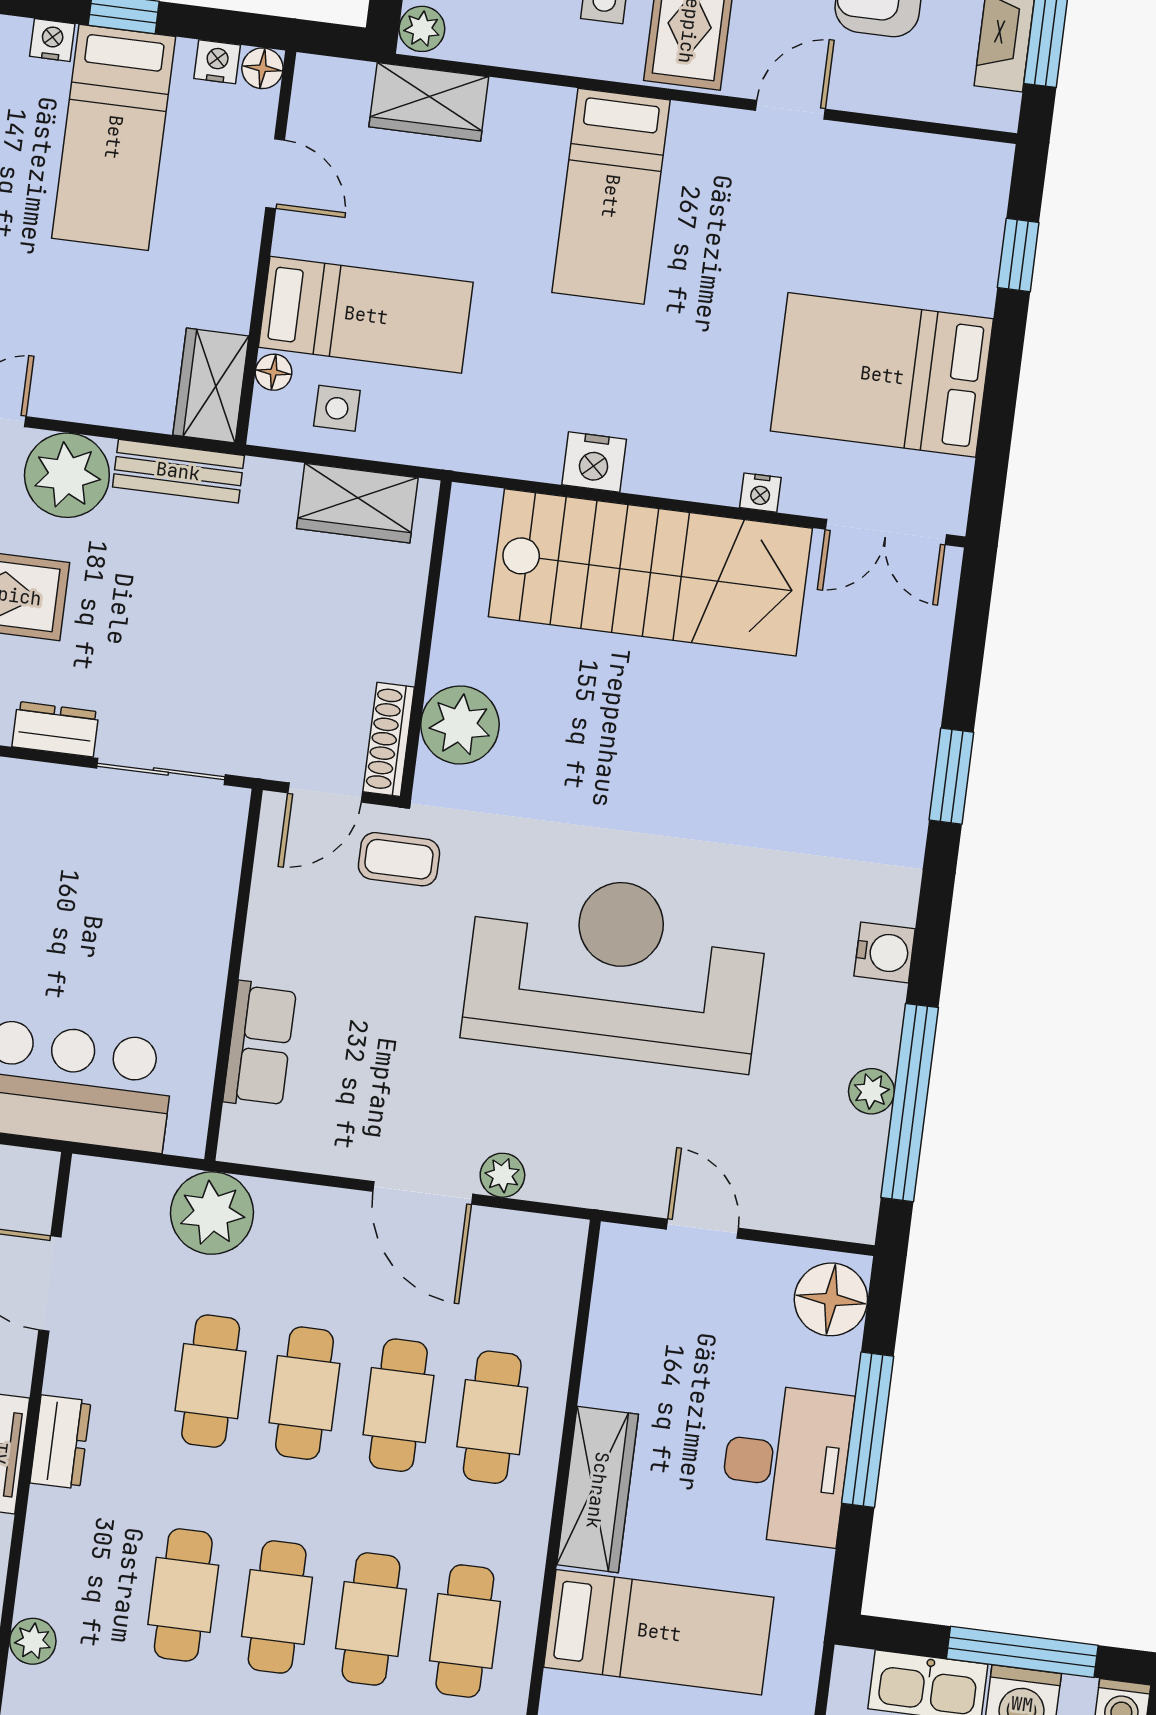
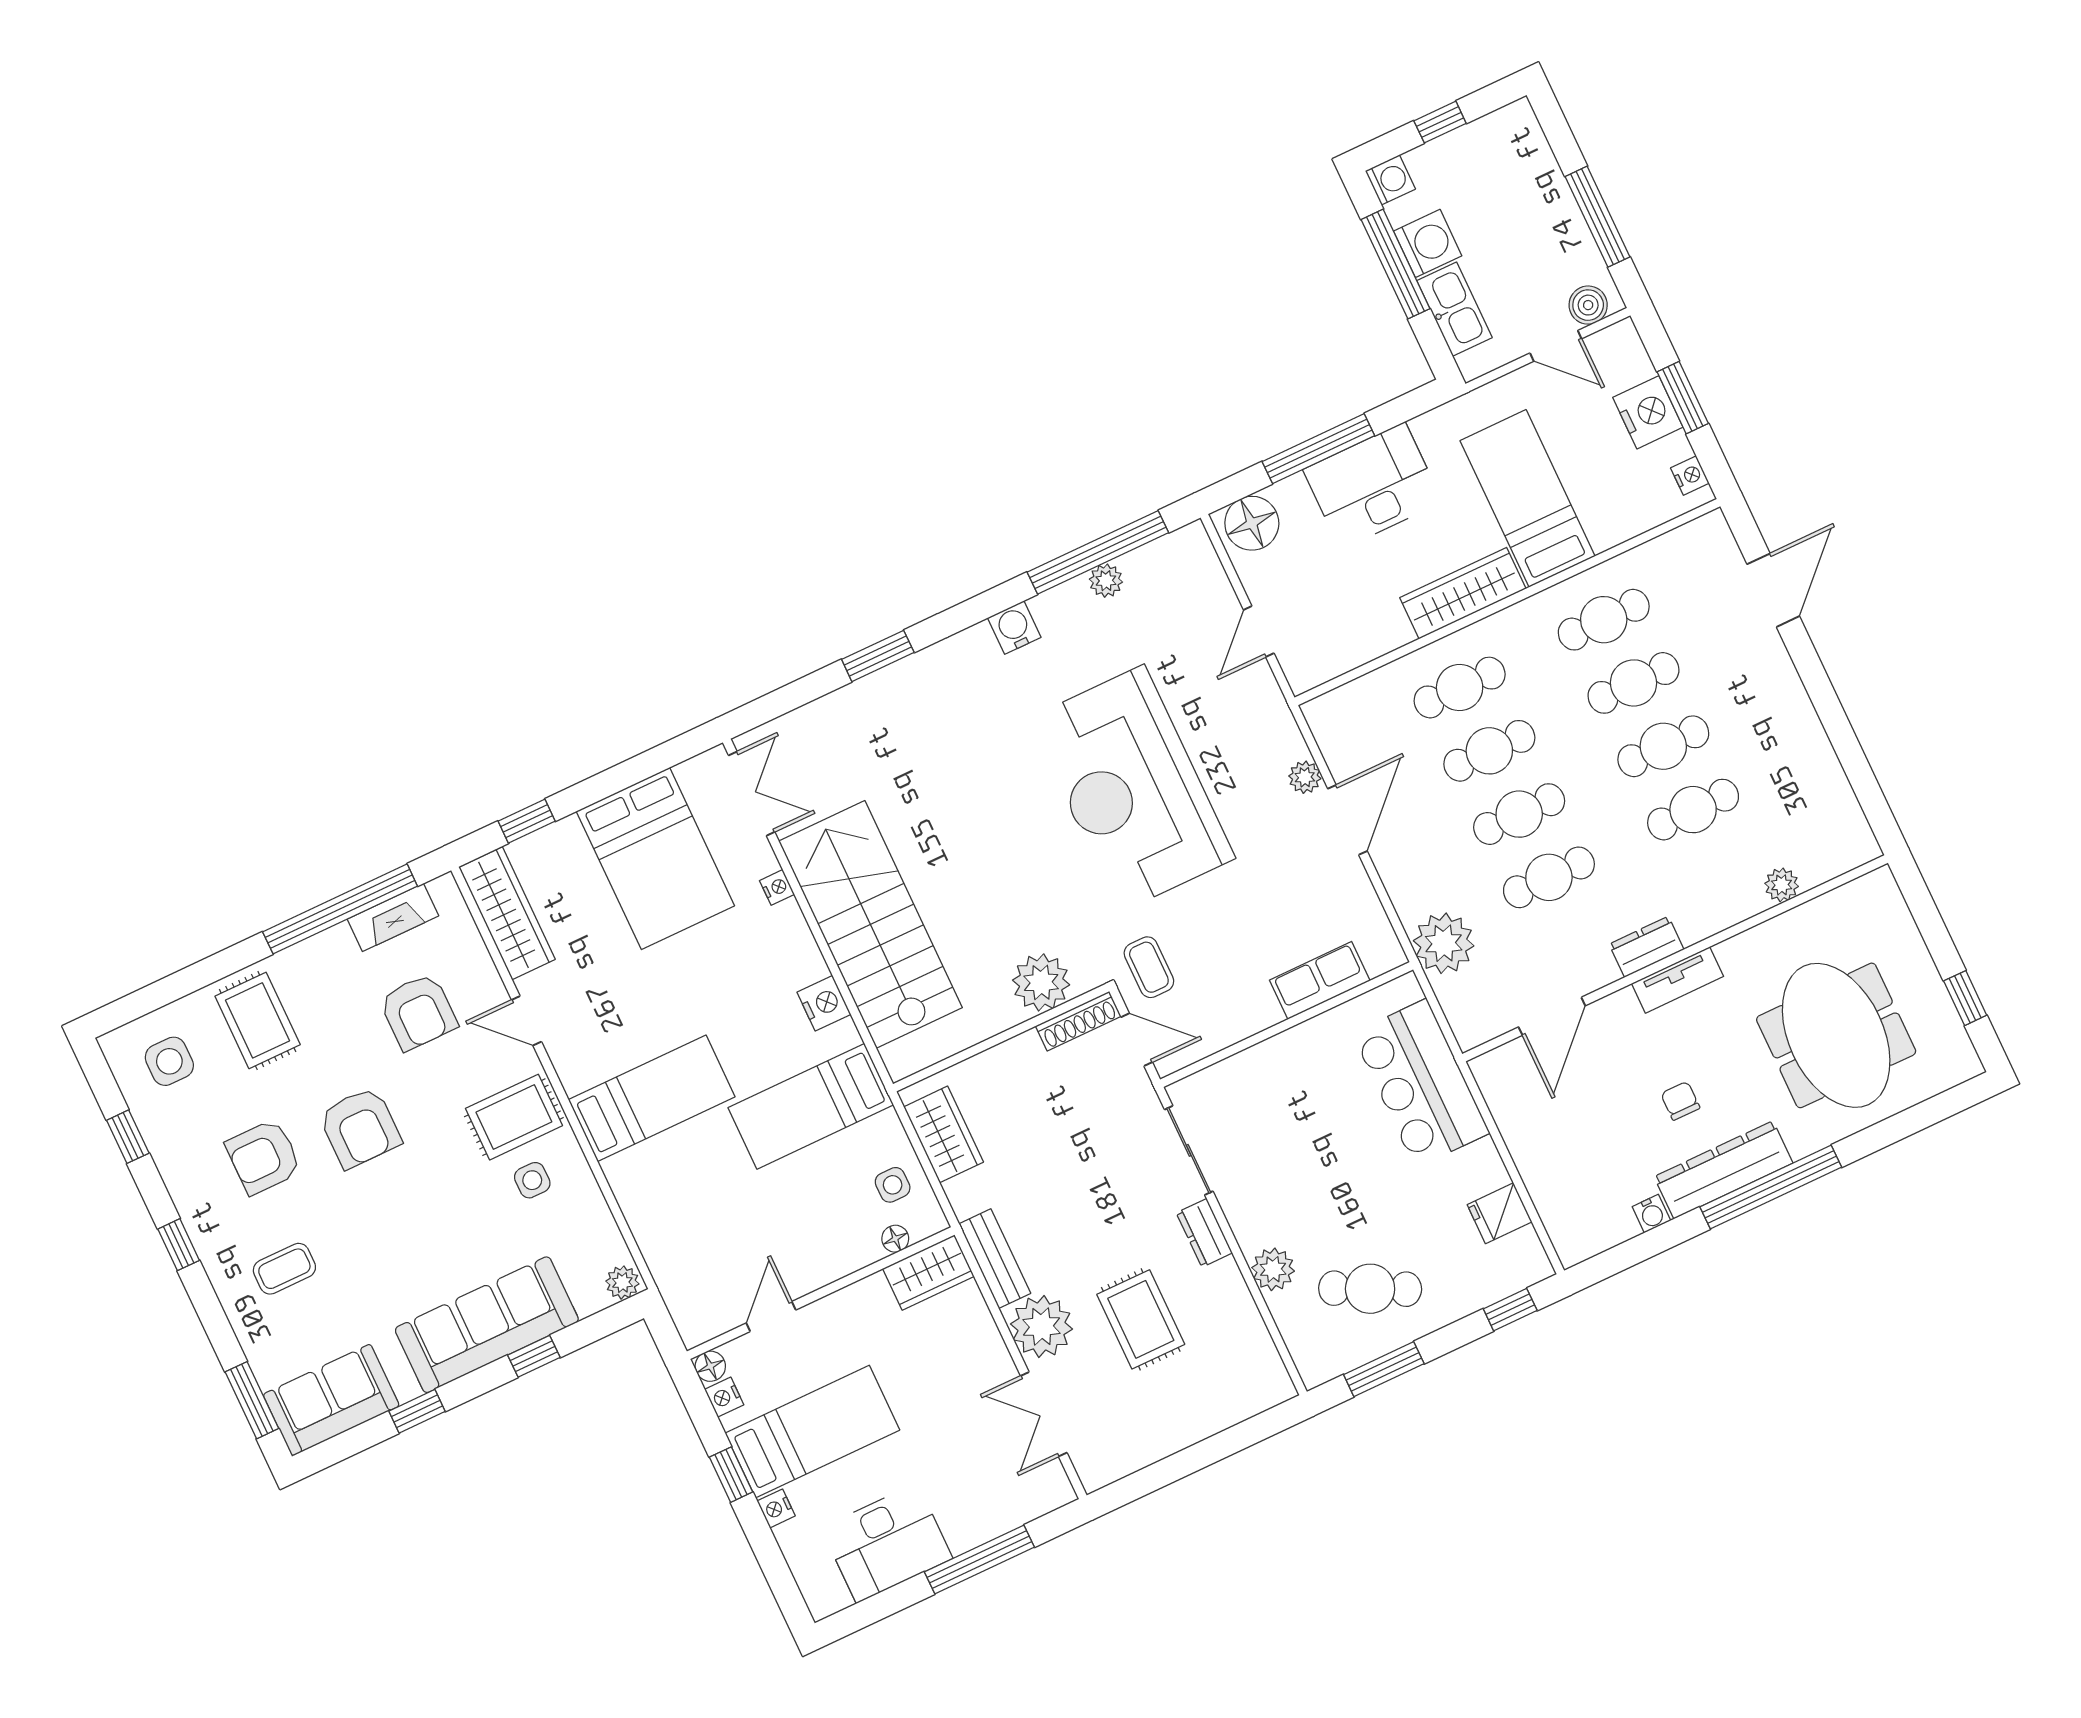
wardrobe: (429, 102) -> (507, 913), moved, width x1.50
bed: (366, 315) -> (811, 1106), moved, turned -90

